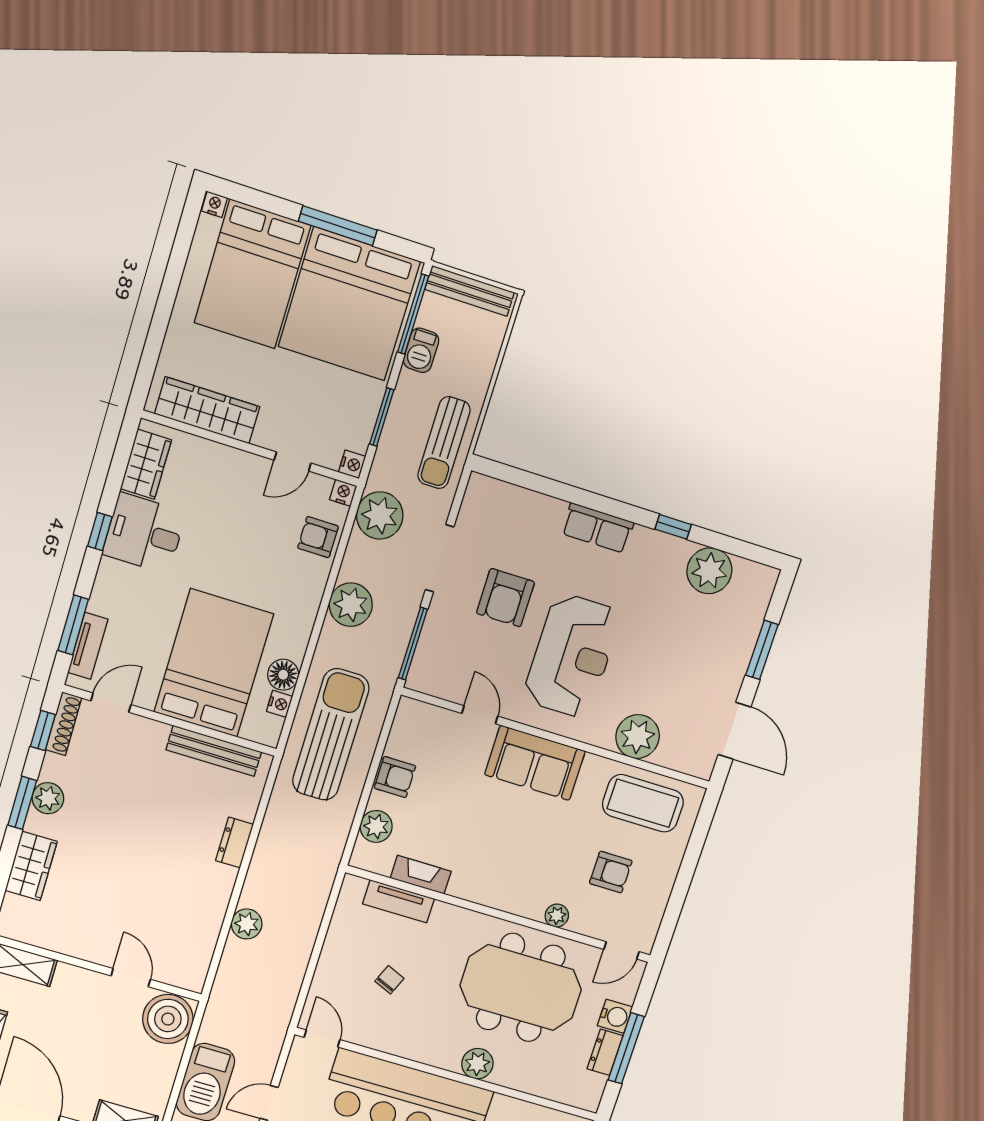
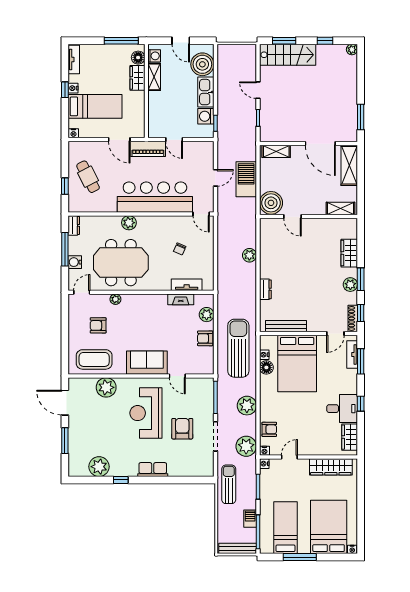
bed: (349, 304) -> (285, 528), width x0.49
sun lounger: (331, 735) -> (238, 348), turned 180
dresser: (605, 1052) -> (74, 225), moved

